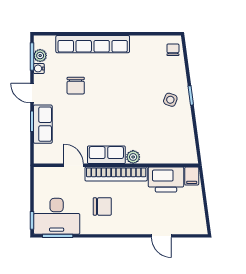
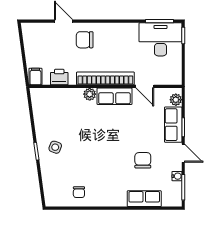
row of seats: (93, 44) -> (144, 199), width x0.50
chair: (173, 50) -> (79, 192), moved
plant: (40, 56) -> (176, 100), moved
printer: (166, 180) -> (59, 77), width x0.53, depth x0.68
chair: (102, 206) -> (85, 40), moved

